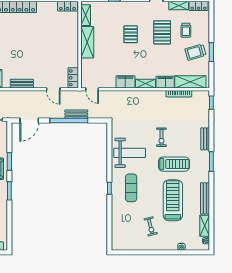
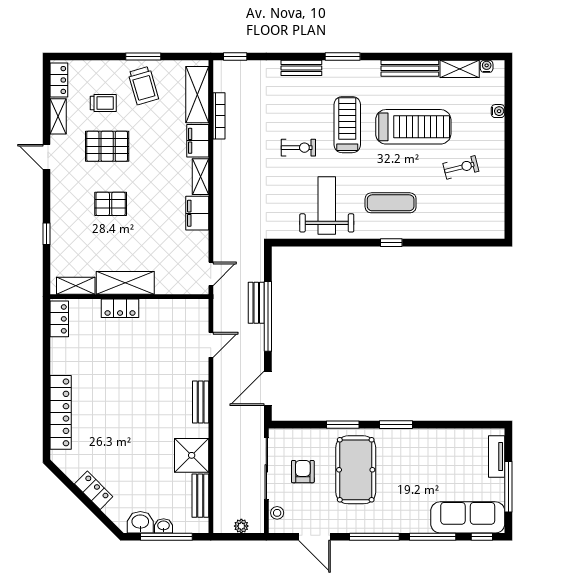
locker: (73, 78) -> (120, 308), moved
door: (29, 121) -> (268, 388), swing flipped
treadmill: (173, 200) -> (413, 127), turned 180

